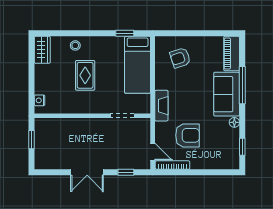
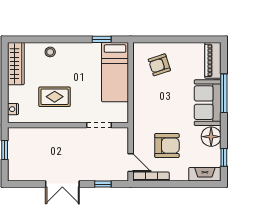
wardrobe: (42, 50) -> (16, 64), width x1.50
rug: (85, 75) -> (55, 97), moved, turned 90
fireplace: (161, 106) -> (205, 174), moved, turned -90
floor lamp: (234, 122) -> (211, 137), width x1.89, depth x1.89

